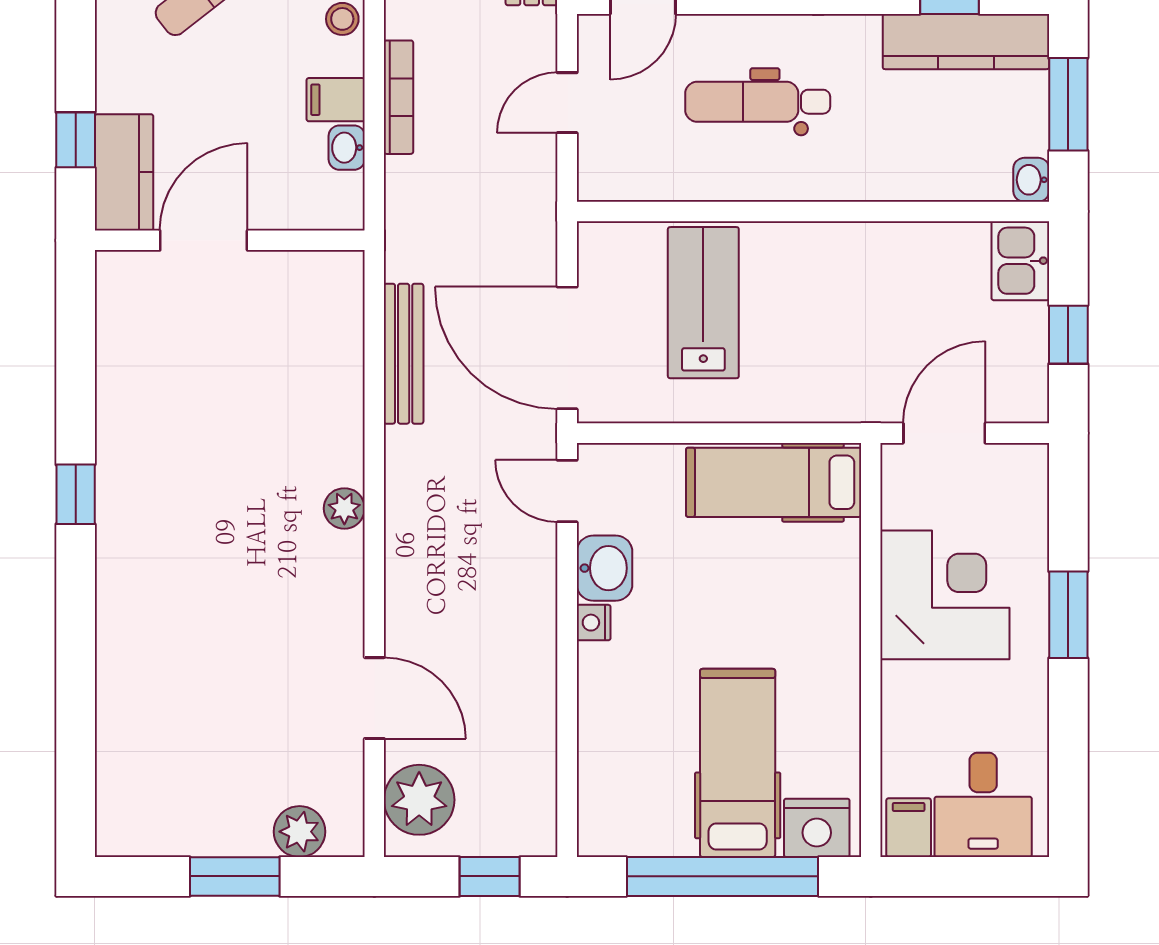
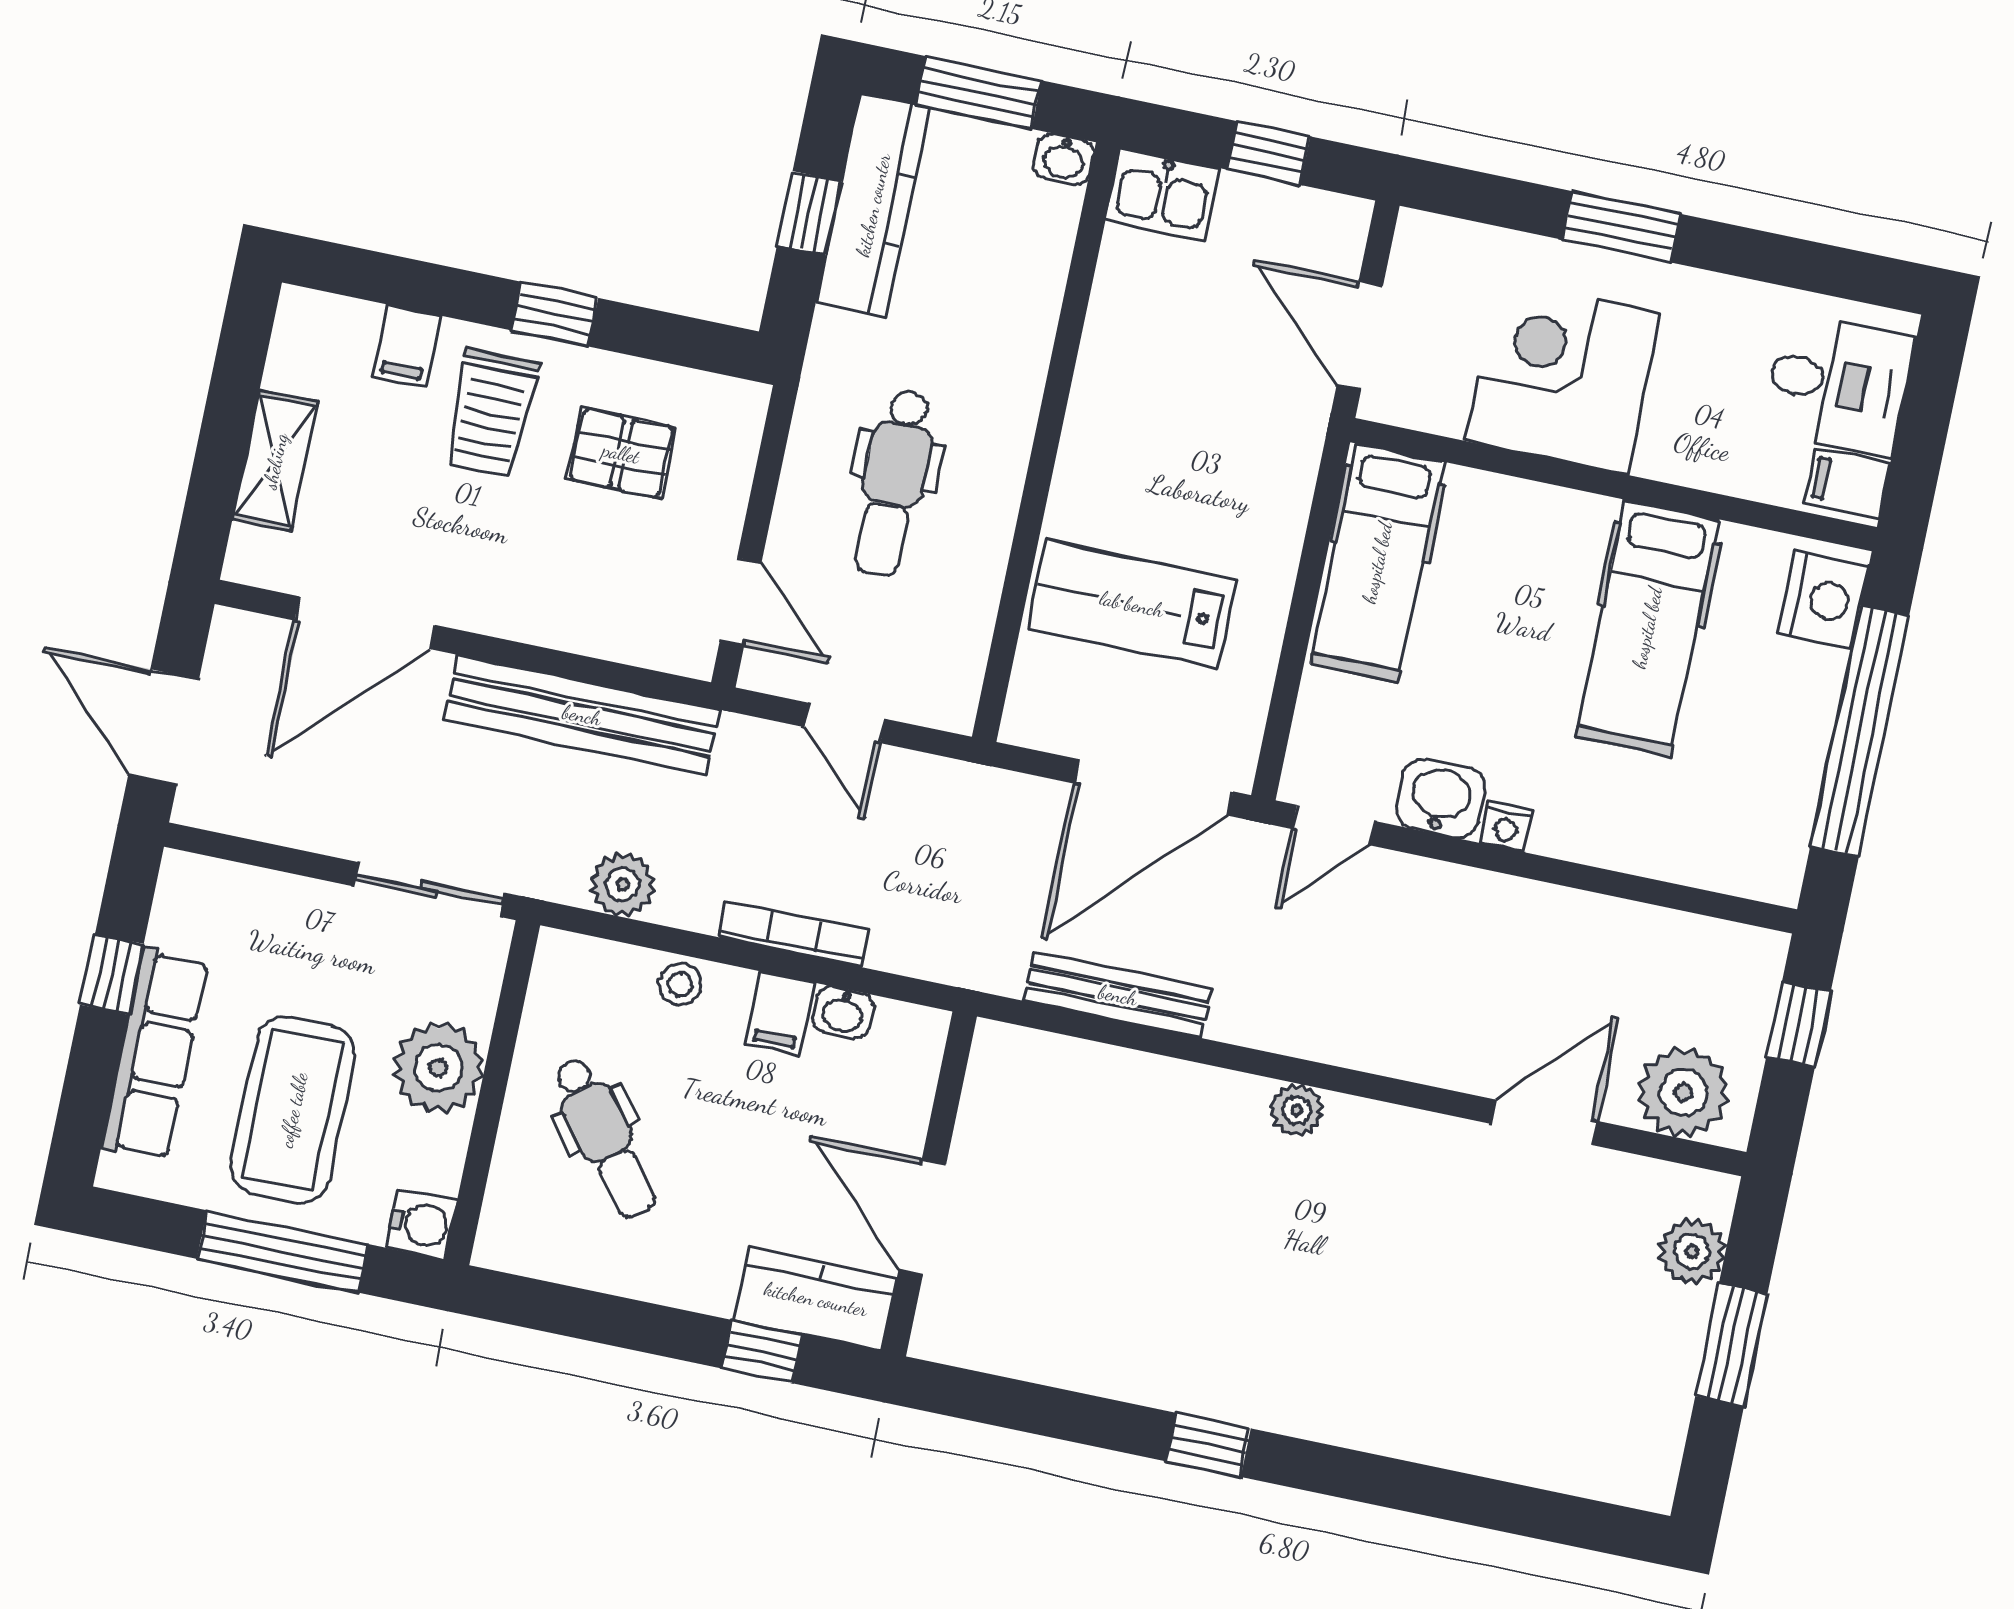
hospital bed: (738, 763) -> (1647, 628), moved, turned -90

